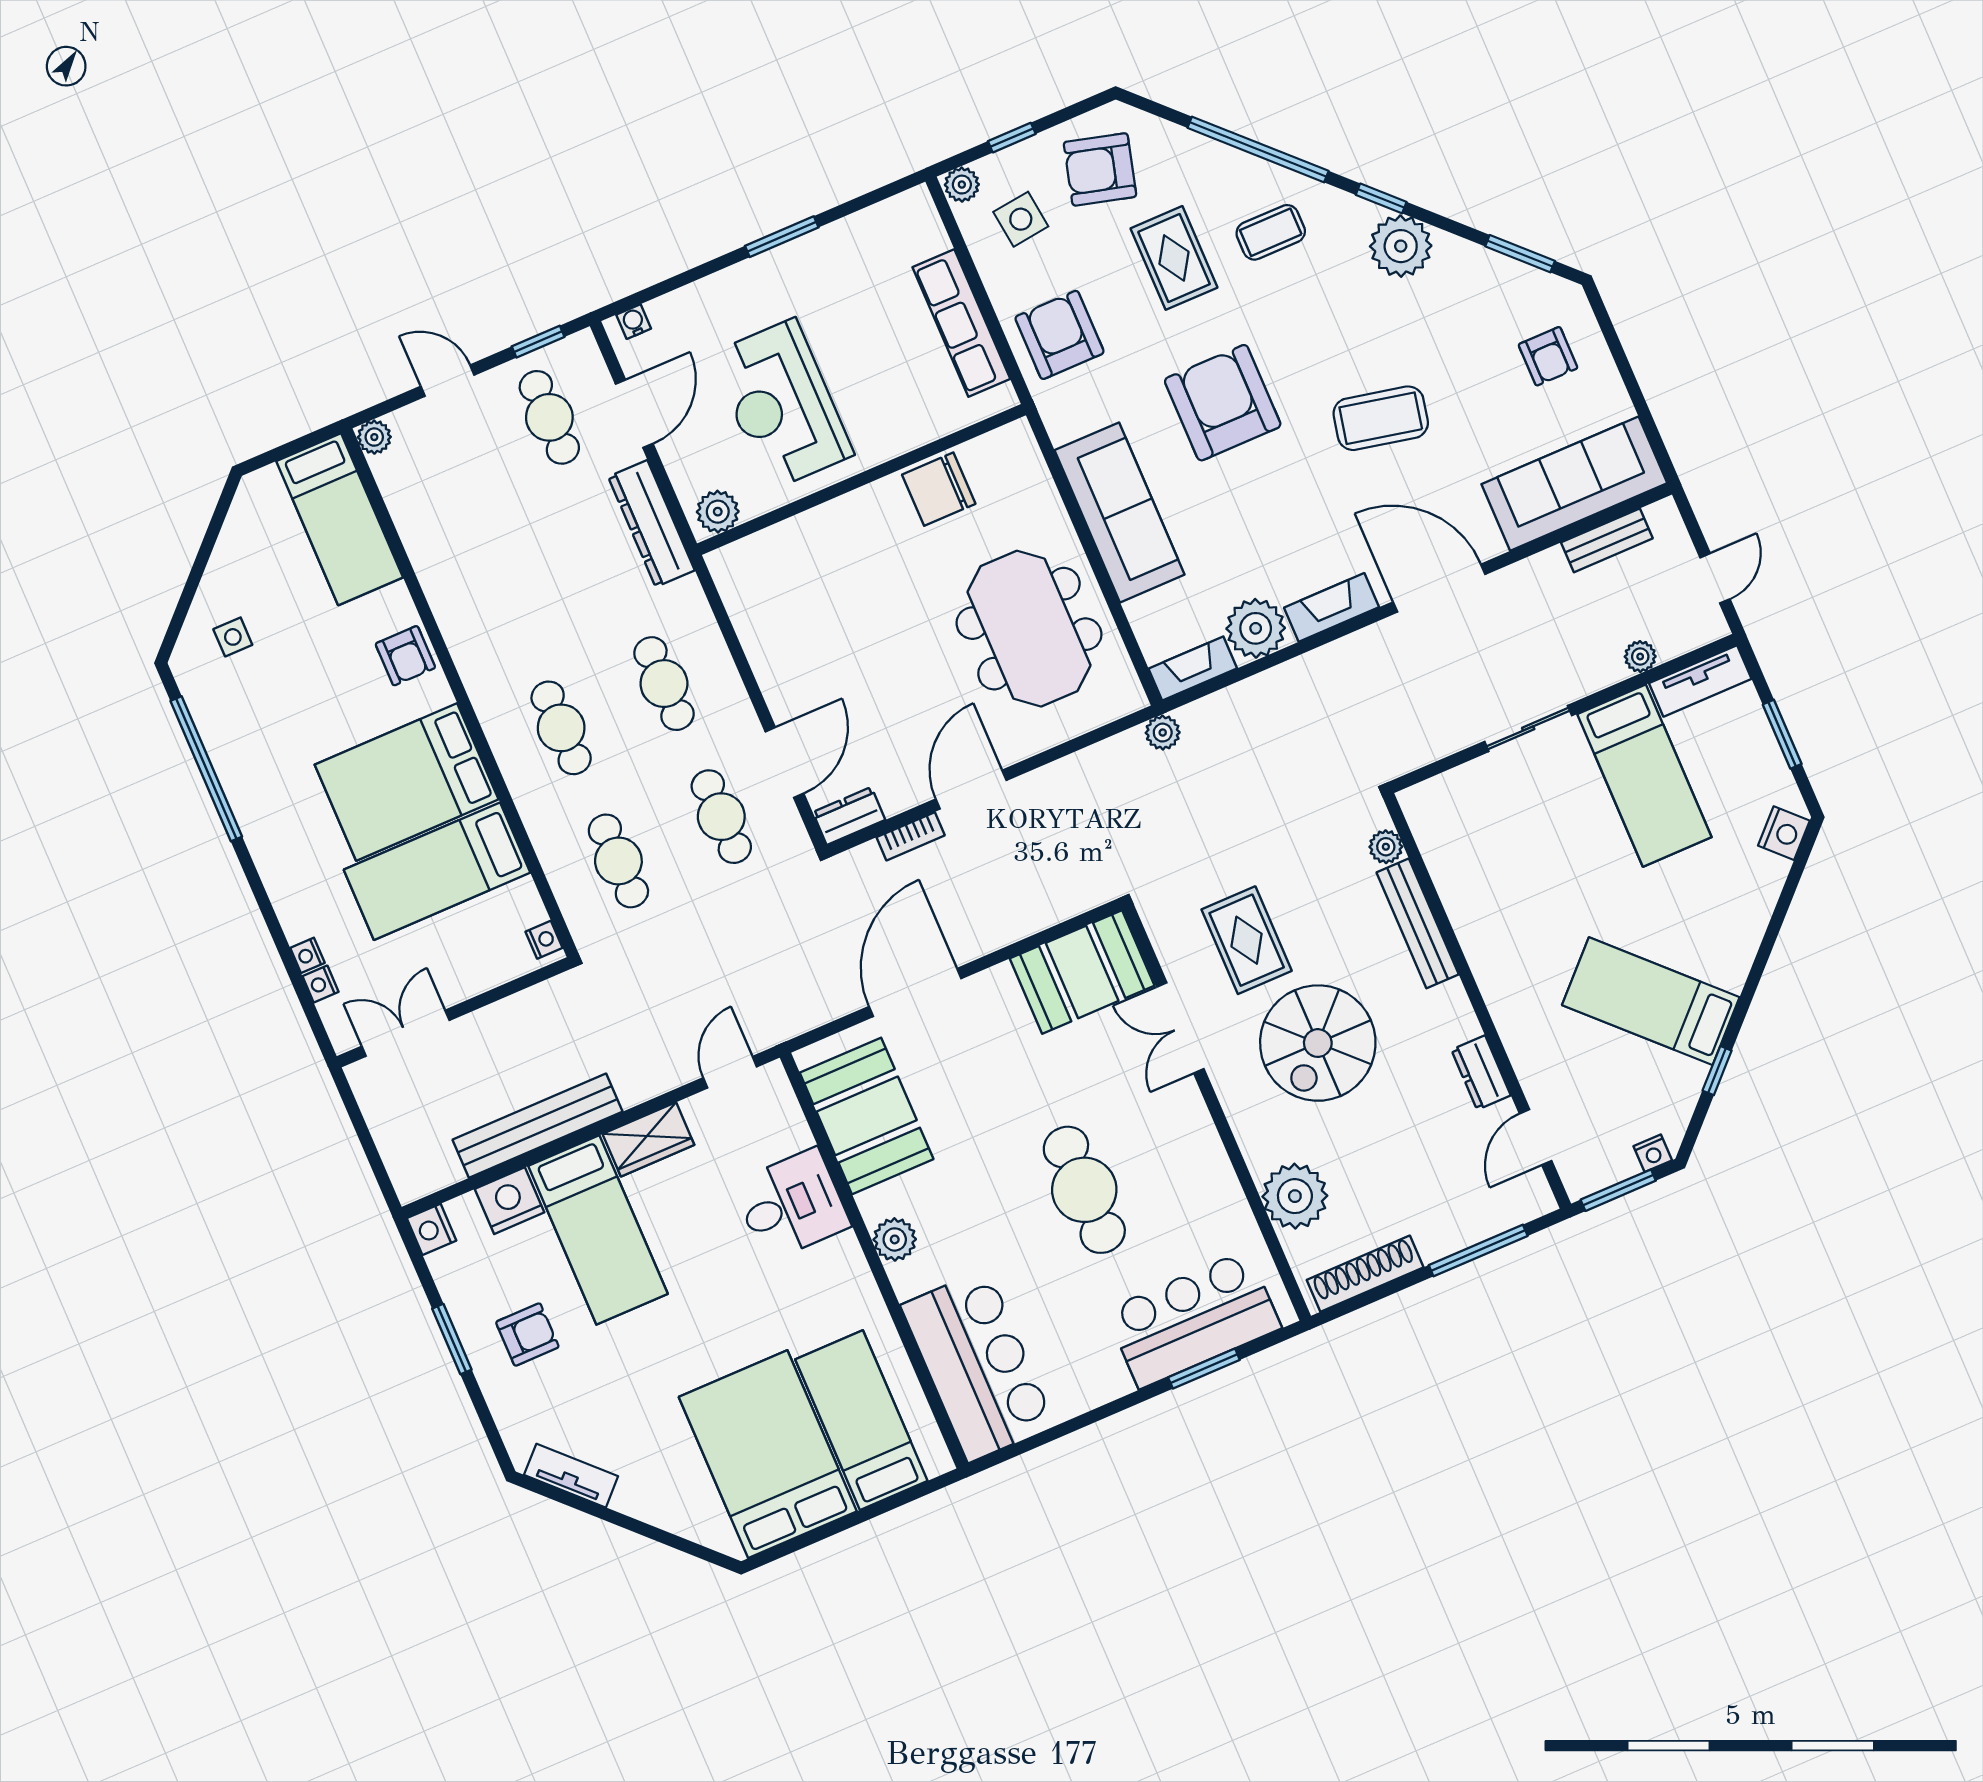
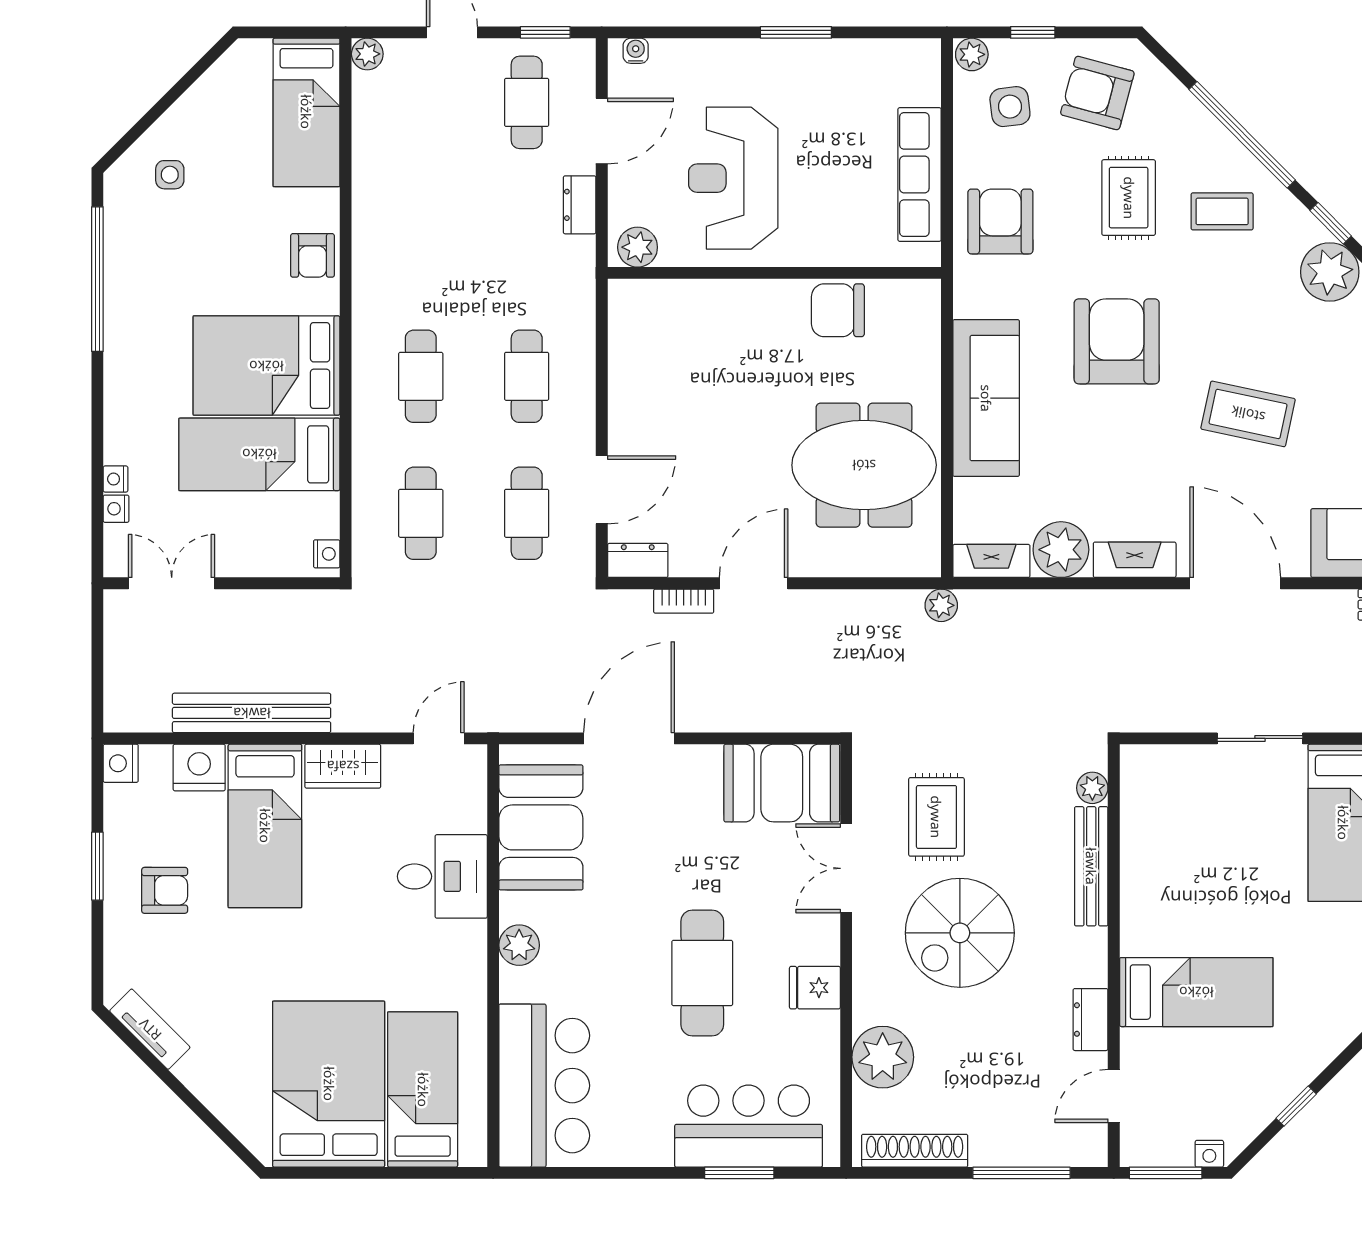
dresser: (651, 524) -> (580, 205), width x0.51, depth x0.80
meeting table: (1029, 629) -> (864, 465), turned 90
bed: (1651, 1001) -> (1196, 992), moved, turned 135
fridge: (1200, 1157) -> (815, 988), added

